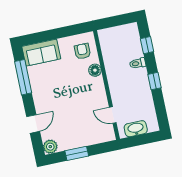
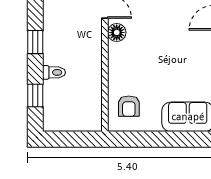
floor lamp: (95, 70) -> (117, 32), moved

